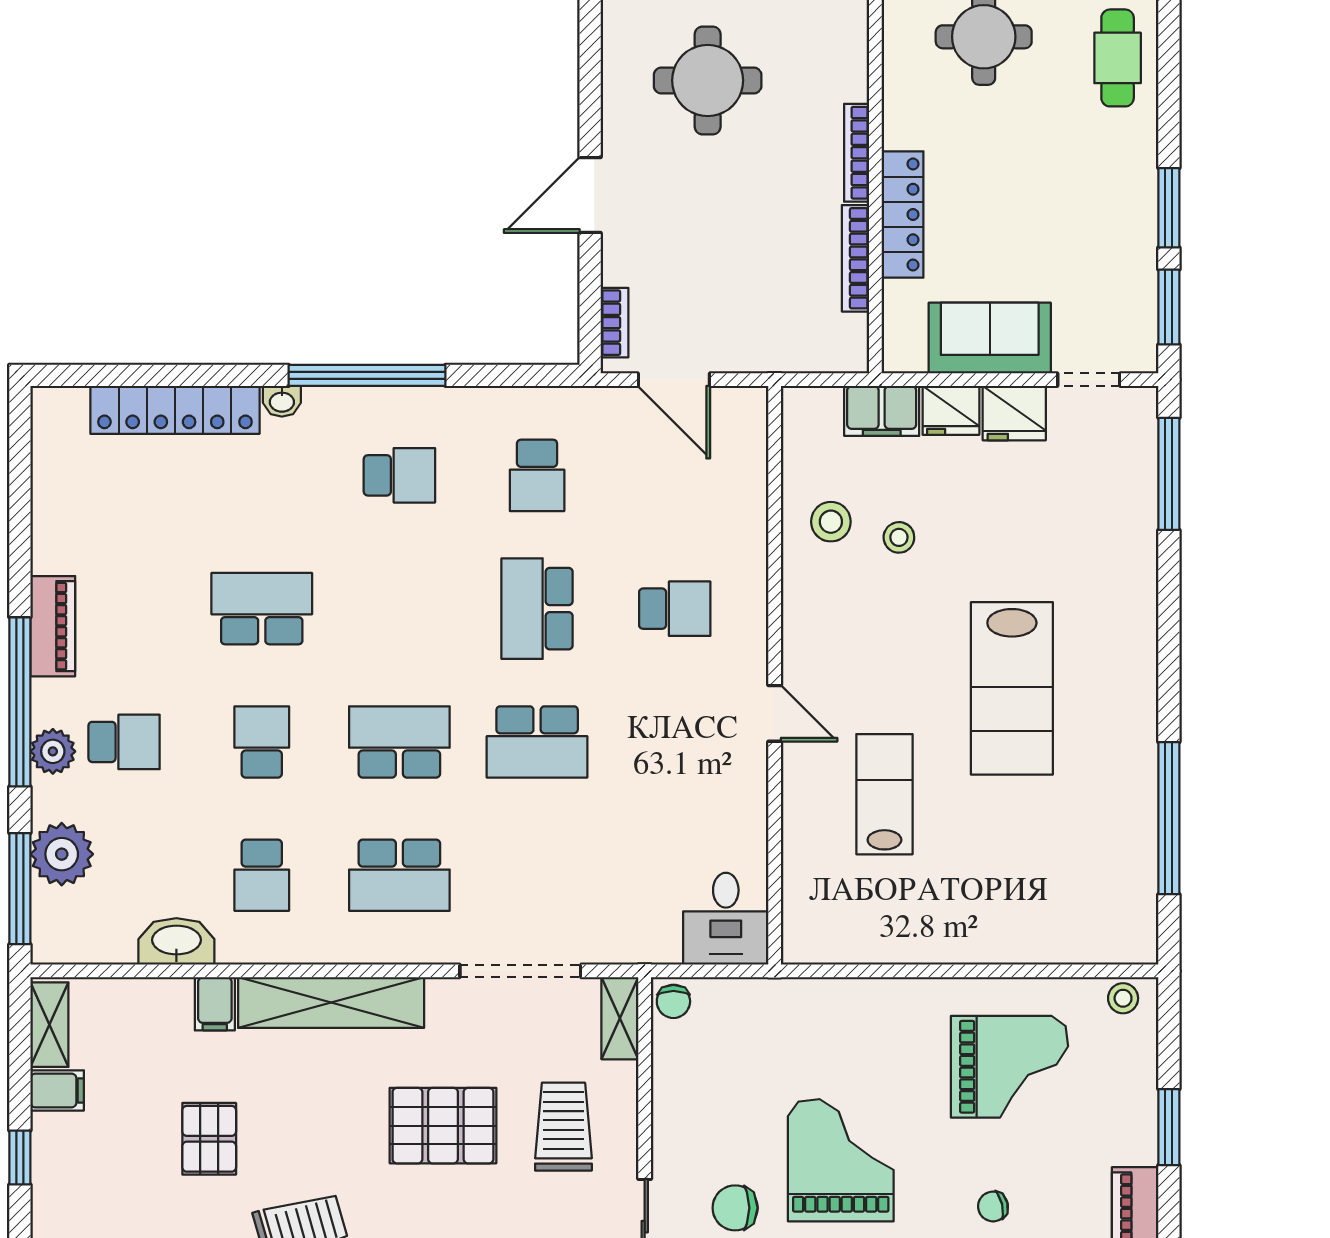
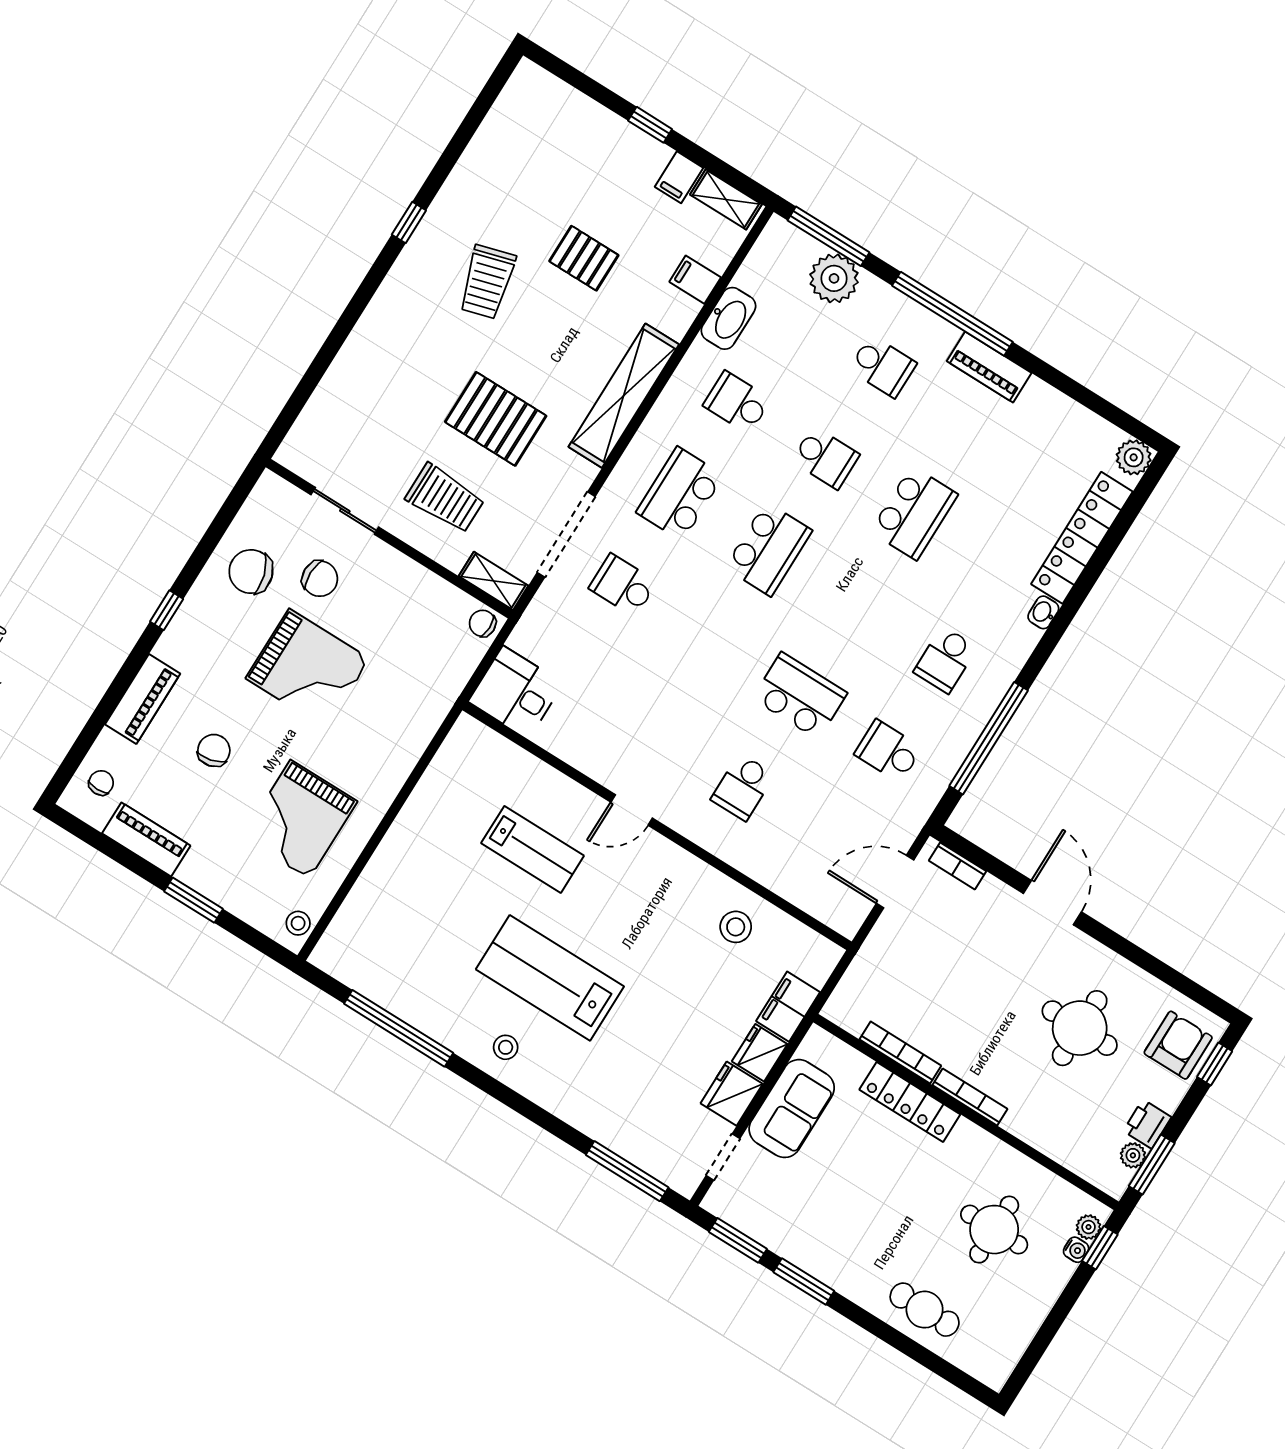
window: (367, 375) -> (989, 738), moved
stool: (899, 537) -> (506, 1047), moved
school desk: (124, 742) -> (883, 366), turned -90
school desk: (537, 742) -> (623, 585), moved, width x0.54
plant: (53, 751) -> (1134, 457), moved
filing cabinet: (215, 1004) -> (695, 280), moved
pallet: (443, 1126) -> (496, 419), turned 90
chair: (993, 1206) -> (214, 750), width x1.37, depth x1.37
chair: (735, 1208) -> (320, 579), turned 90

